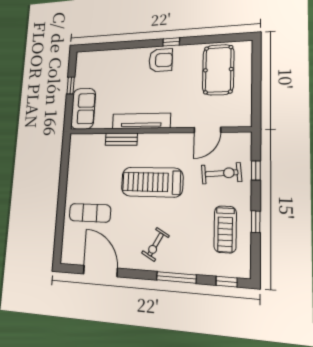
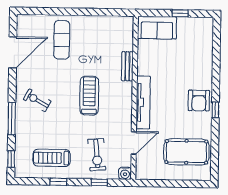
tv unit: (141, 121) -> (143, 102), moved
door: (207, 130) -> (134, 143), swing flipped
water cooler: (244, 139) -> (125, 173), added
treadmill: (152, 182) -> (89, 96), width x0.73, depth x0.73

